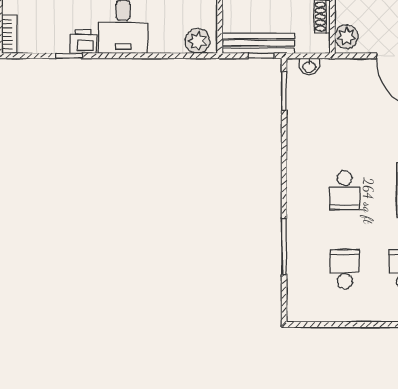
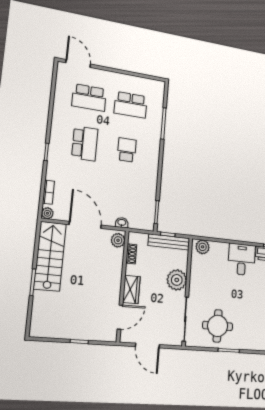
washbasin: (309, 66) -> (122, 223), moved
school desk: (345, 269) -> (131, 105), width x1.85

